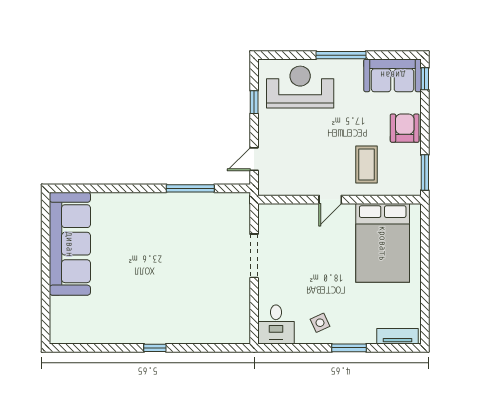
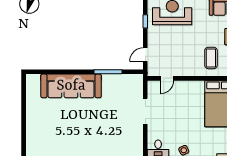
door: (330, 200) -> (167, 78), moved
sofa: (70, 244) -> (71, 86), moved, turned 90

